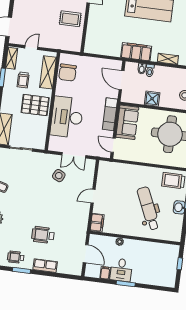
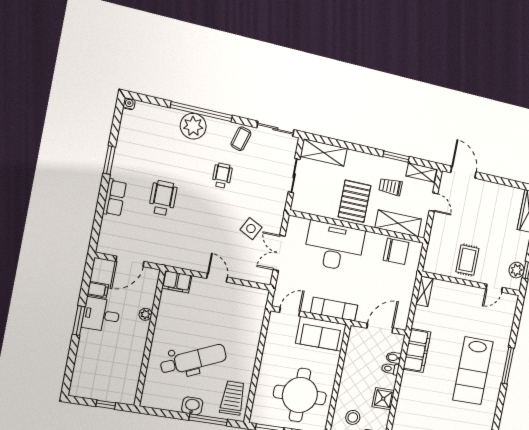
shelving: (168, 59) -> (424, 292), moved
chair: (67, 73) -> (396, 251), turned 180
shower: (152, 99) -> (383, 399), moved
wheelchair: (16, 257) -> (222, 176), moved

